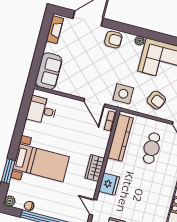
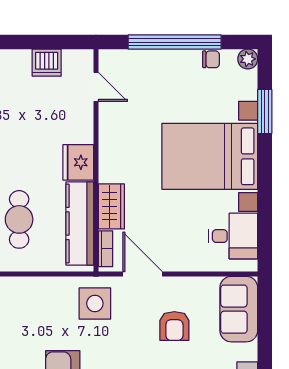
armchair: (156, 100) -> (174, 326), moved, turned -114
bed with nightstands: (41, 163) -> (210, 156), width x1.36
wardrobe: (95, 168) -> (111, 206), moved
fridge: (109, 184) -> (78, 162), moved

